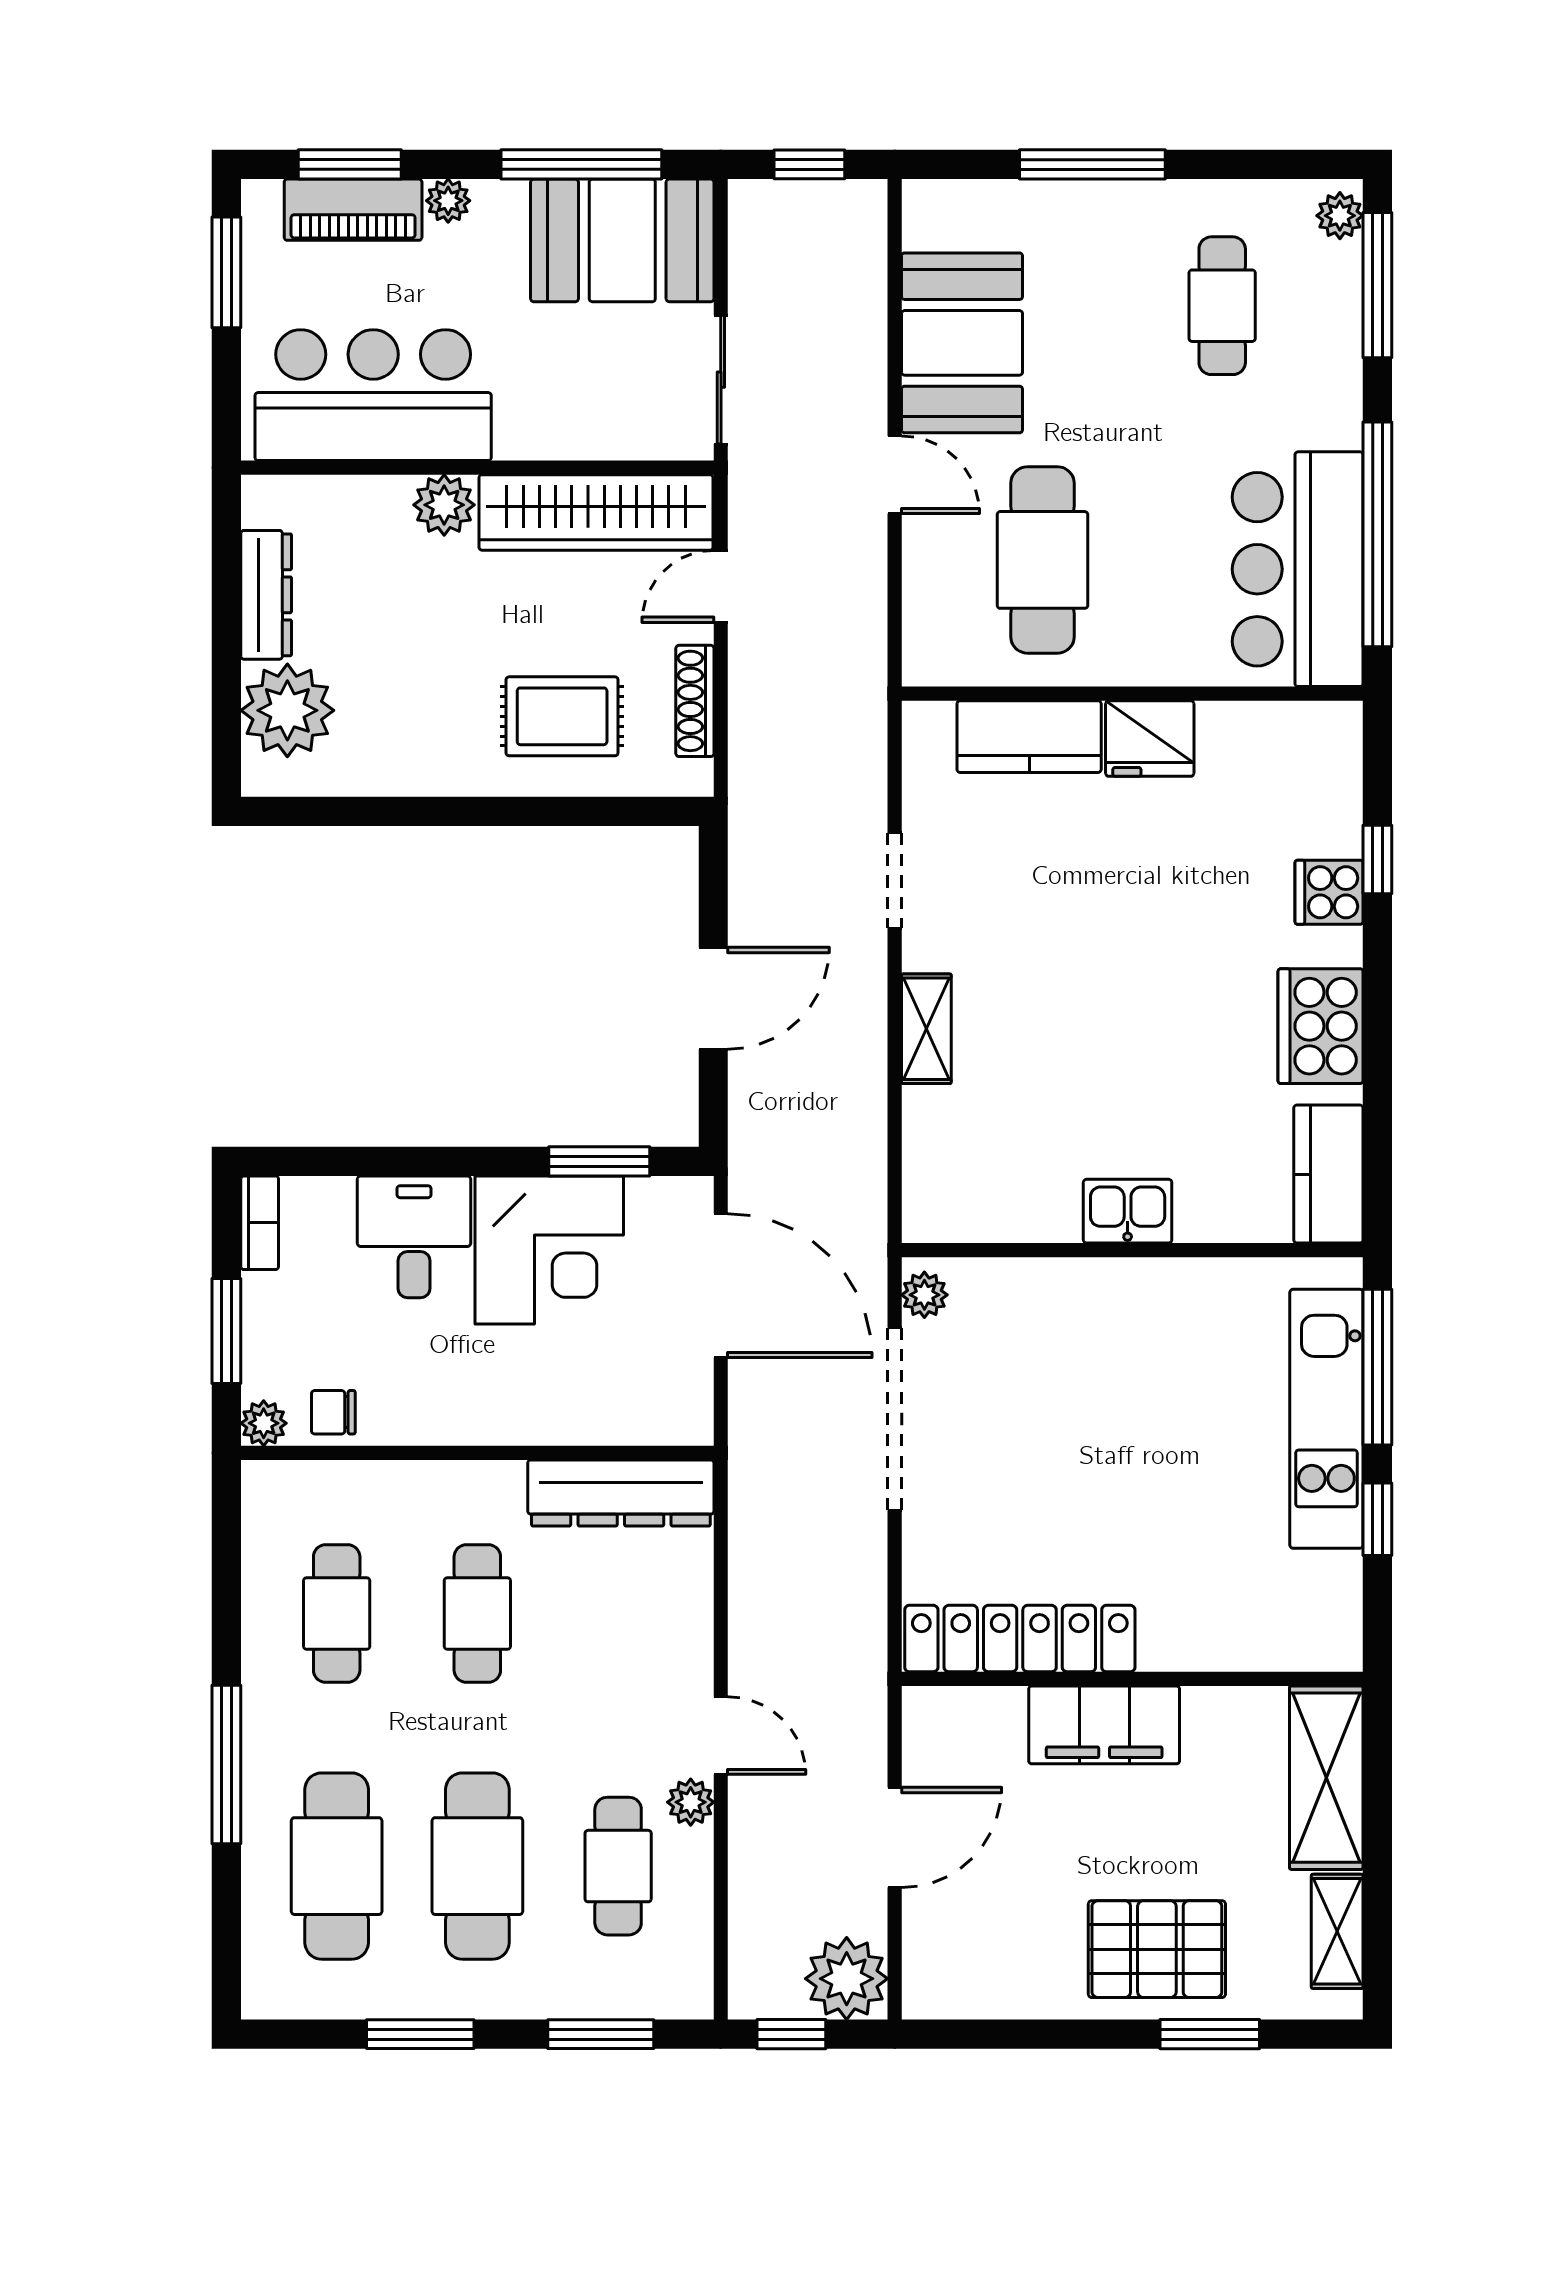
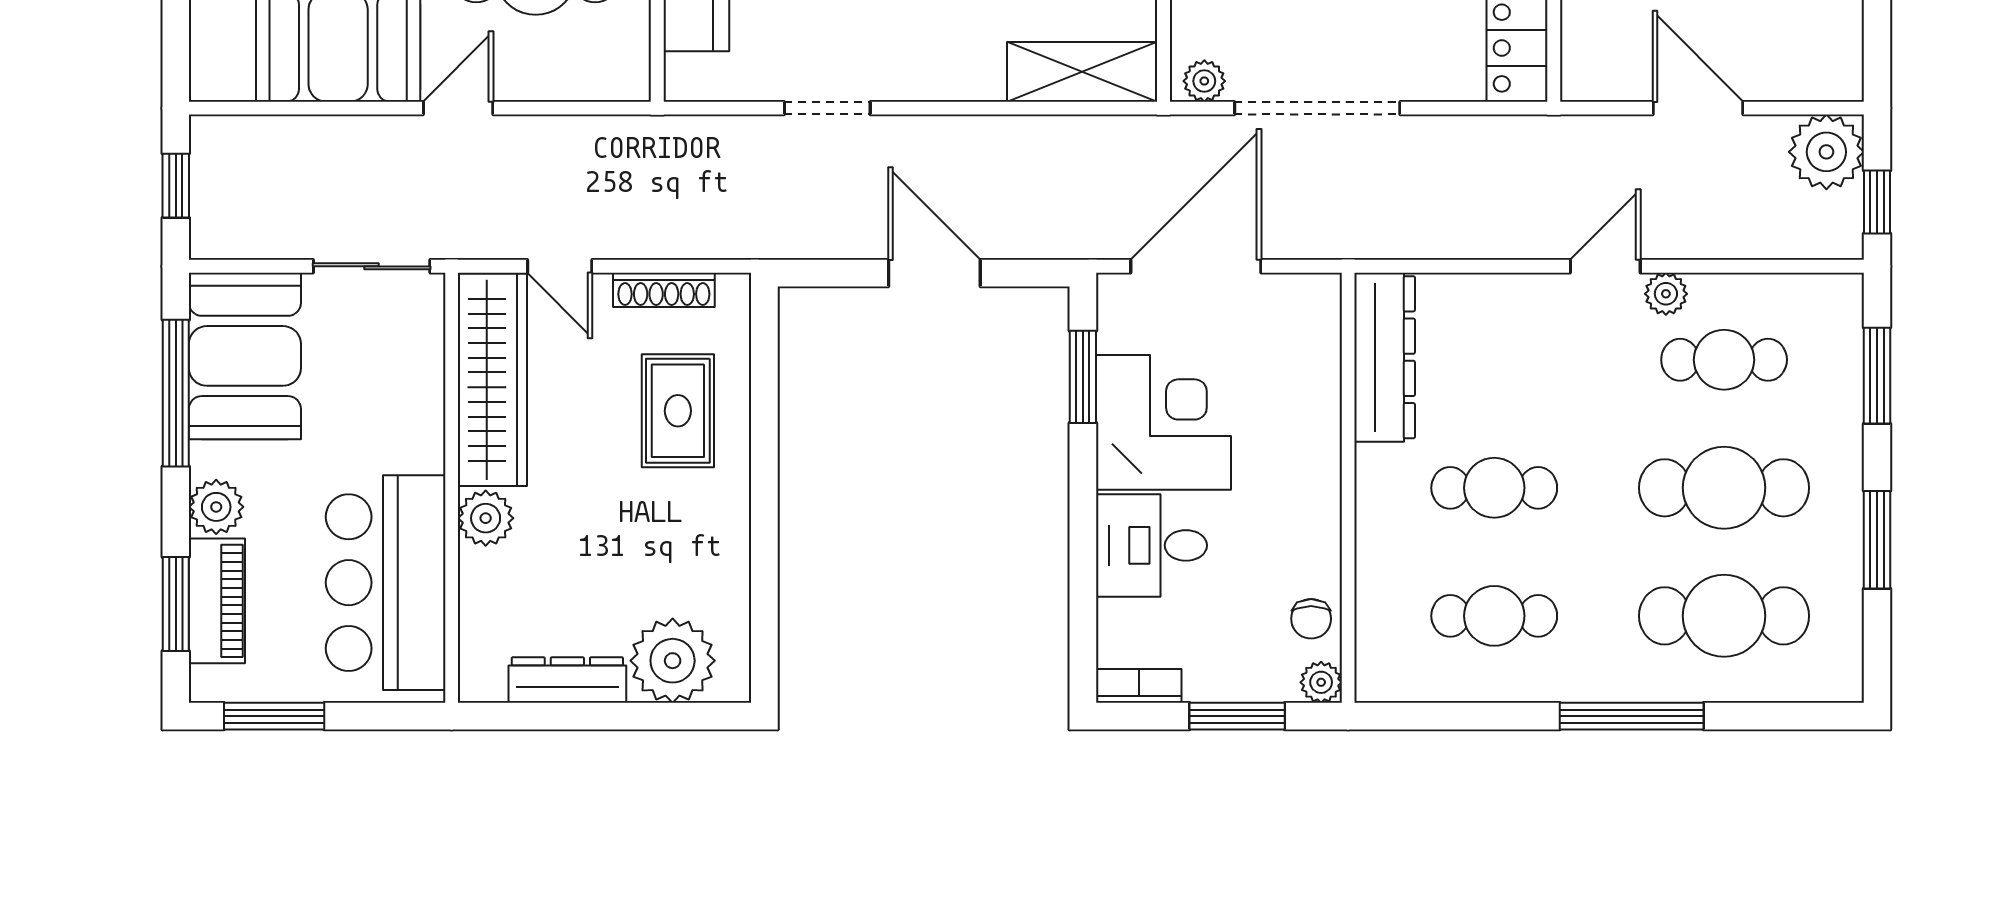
plant: (448, 201) -> (216, 507), width x1.38, depth x1.38
shelving: (926, 1029) -> (1082, 72), moved, width x1.50, depth x1.33

